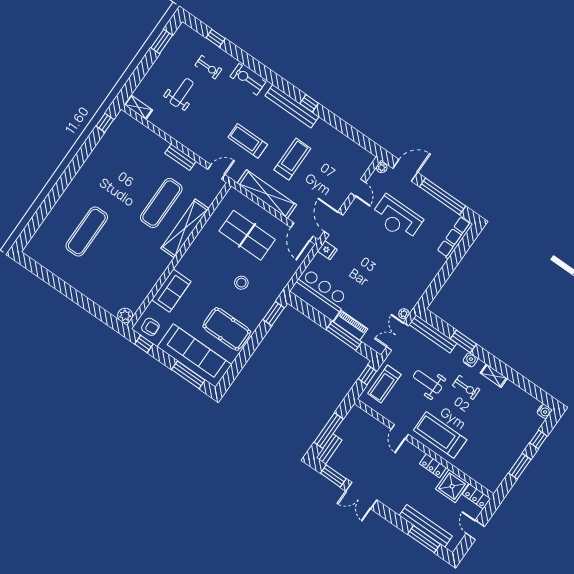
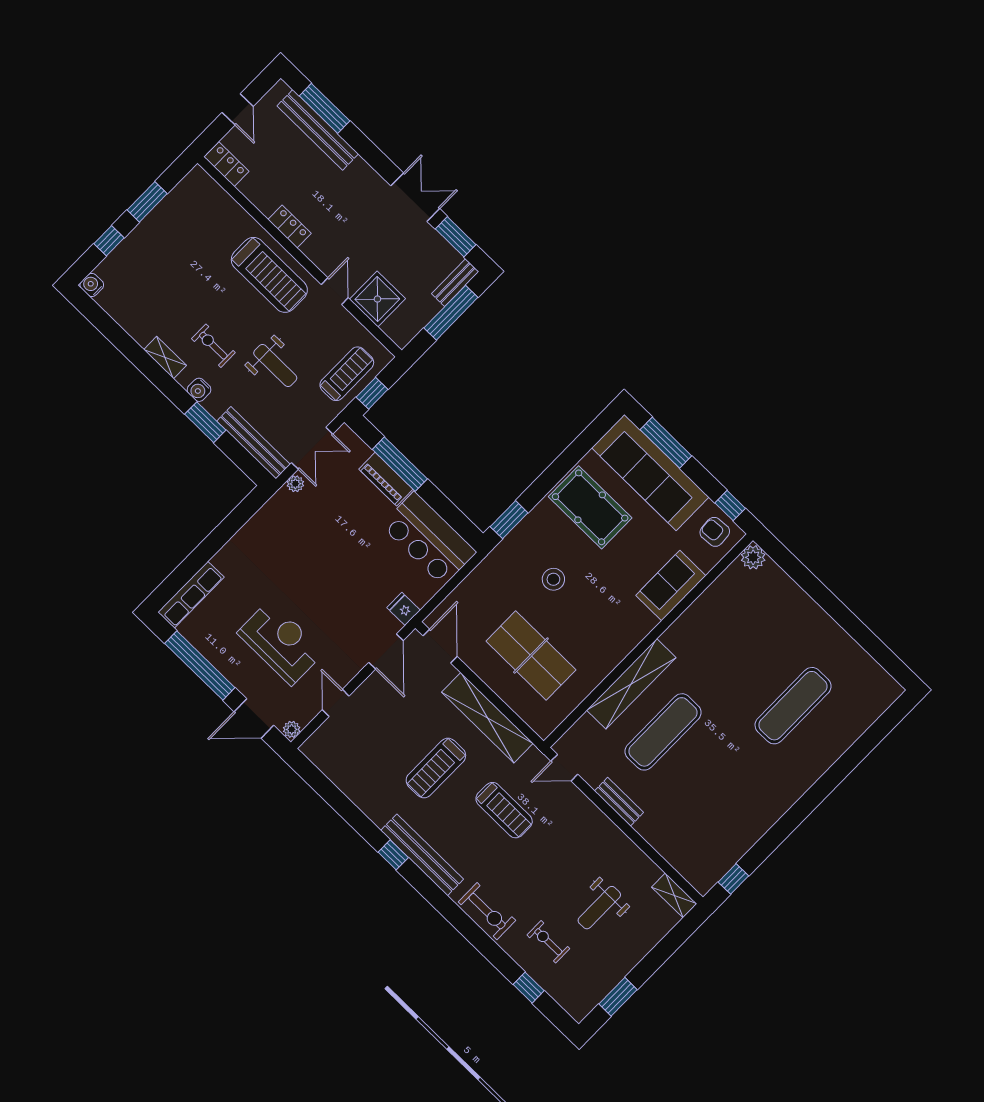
shower: (452, 486) -> (377, 299), moved

